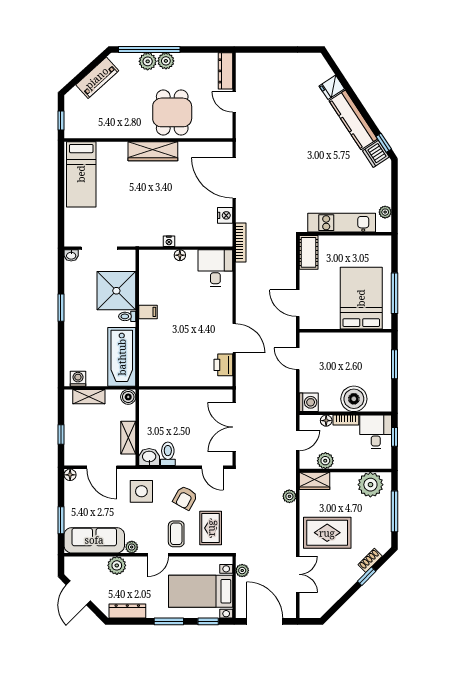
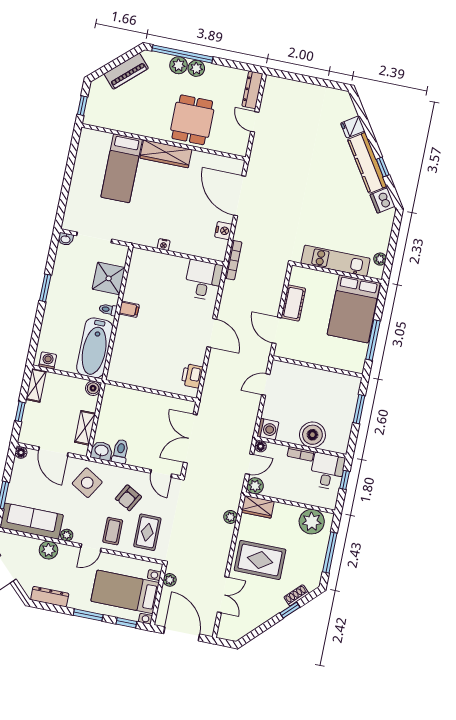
window: (384, 143) -> (383, 167), moved
bed: (81, 174) -> (122, 168), moved
cot: (309, 252) -> (293, 303), moved
floor lamp: (180, 255) -> (171, 260), removed
shower: (116, 291) -> (109, 278), width x0.73, depth x0.73
bed: (361, 298) -> (354, 309), moved, turned 180
door: (234, 338) -> (212, 333), moved
door: (298, 359) -> (266, 385), hinge flipped
shelving: (89, 397) -> (36, 385), moved, turned 90
floor lamp: (326, 421) -> (261, 446), moved
plant: (325, 461) -> (255, 486), moved
side table: (141, 491) -> (87, 483), turned 31

